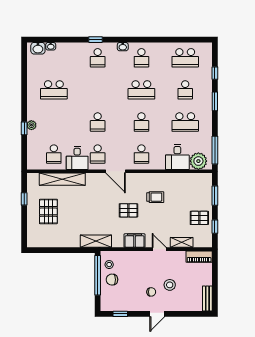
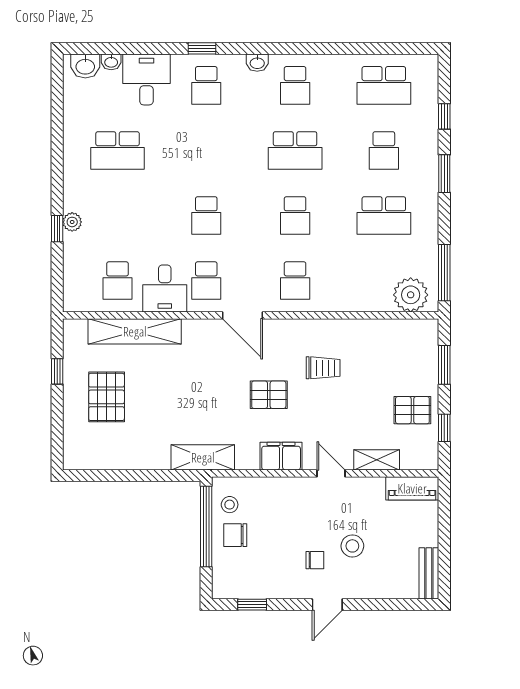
desk: (177, 157) -> (146, 79), moved, turned 180

